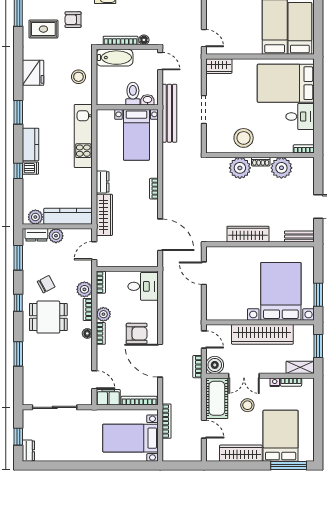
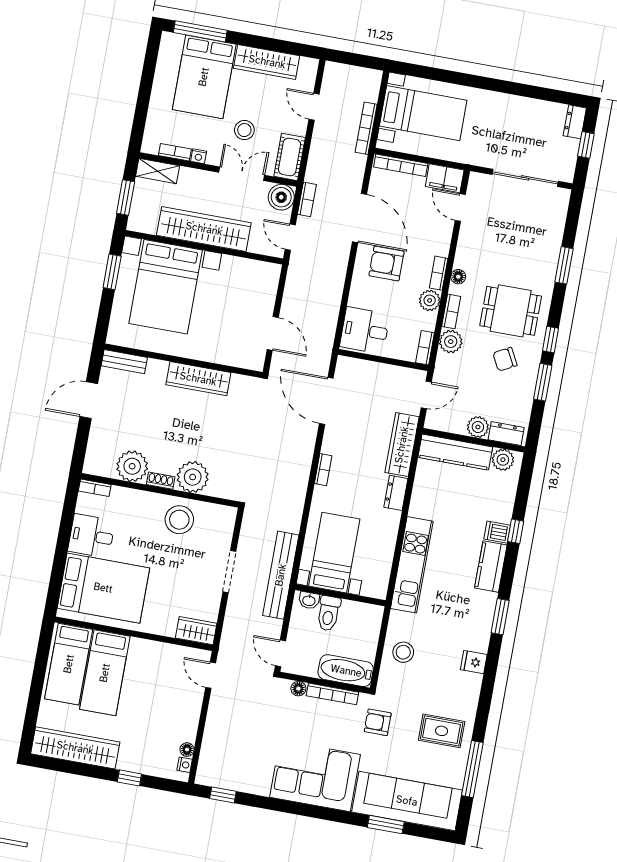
armchair: (73, 20) -> (378, 722), moved, turned 180
fridge: (33, 73) -> (474, 662), width x0.53, depth x0.75
window: (18, 258) -> (543, 382), moved
cot: (217, 398) -> (290, 157), width x0.73, depth x0.75

